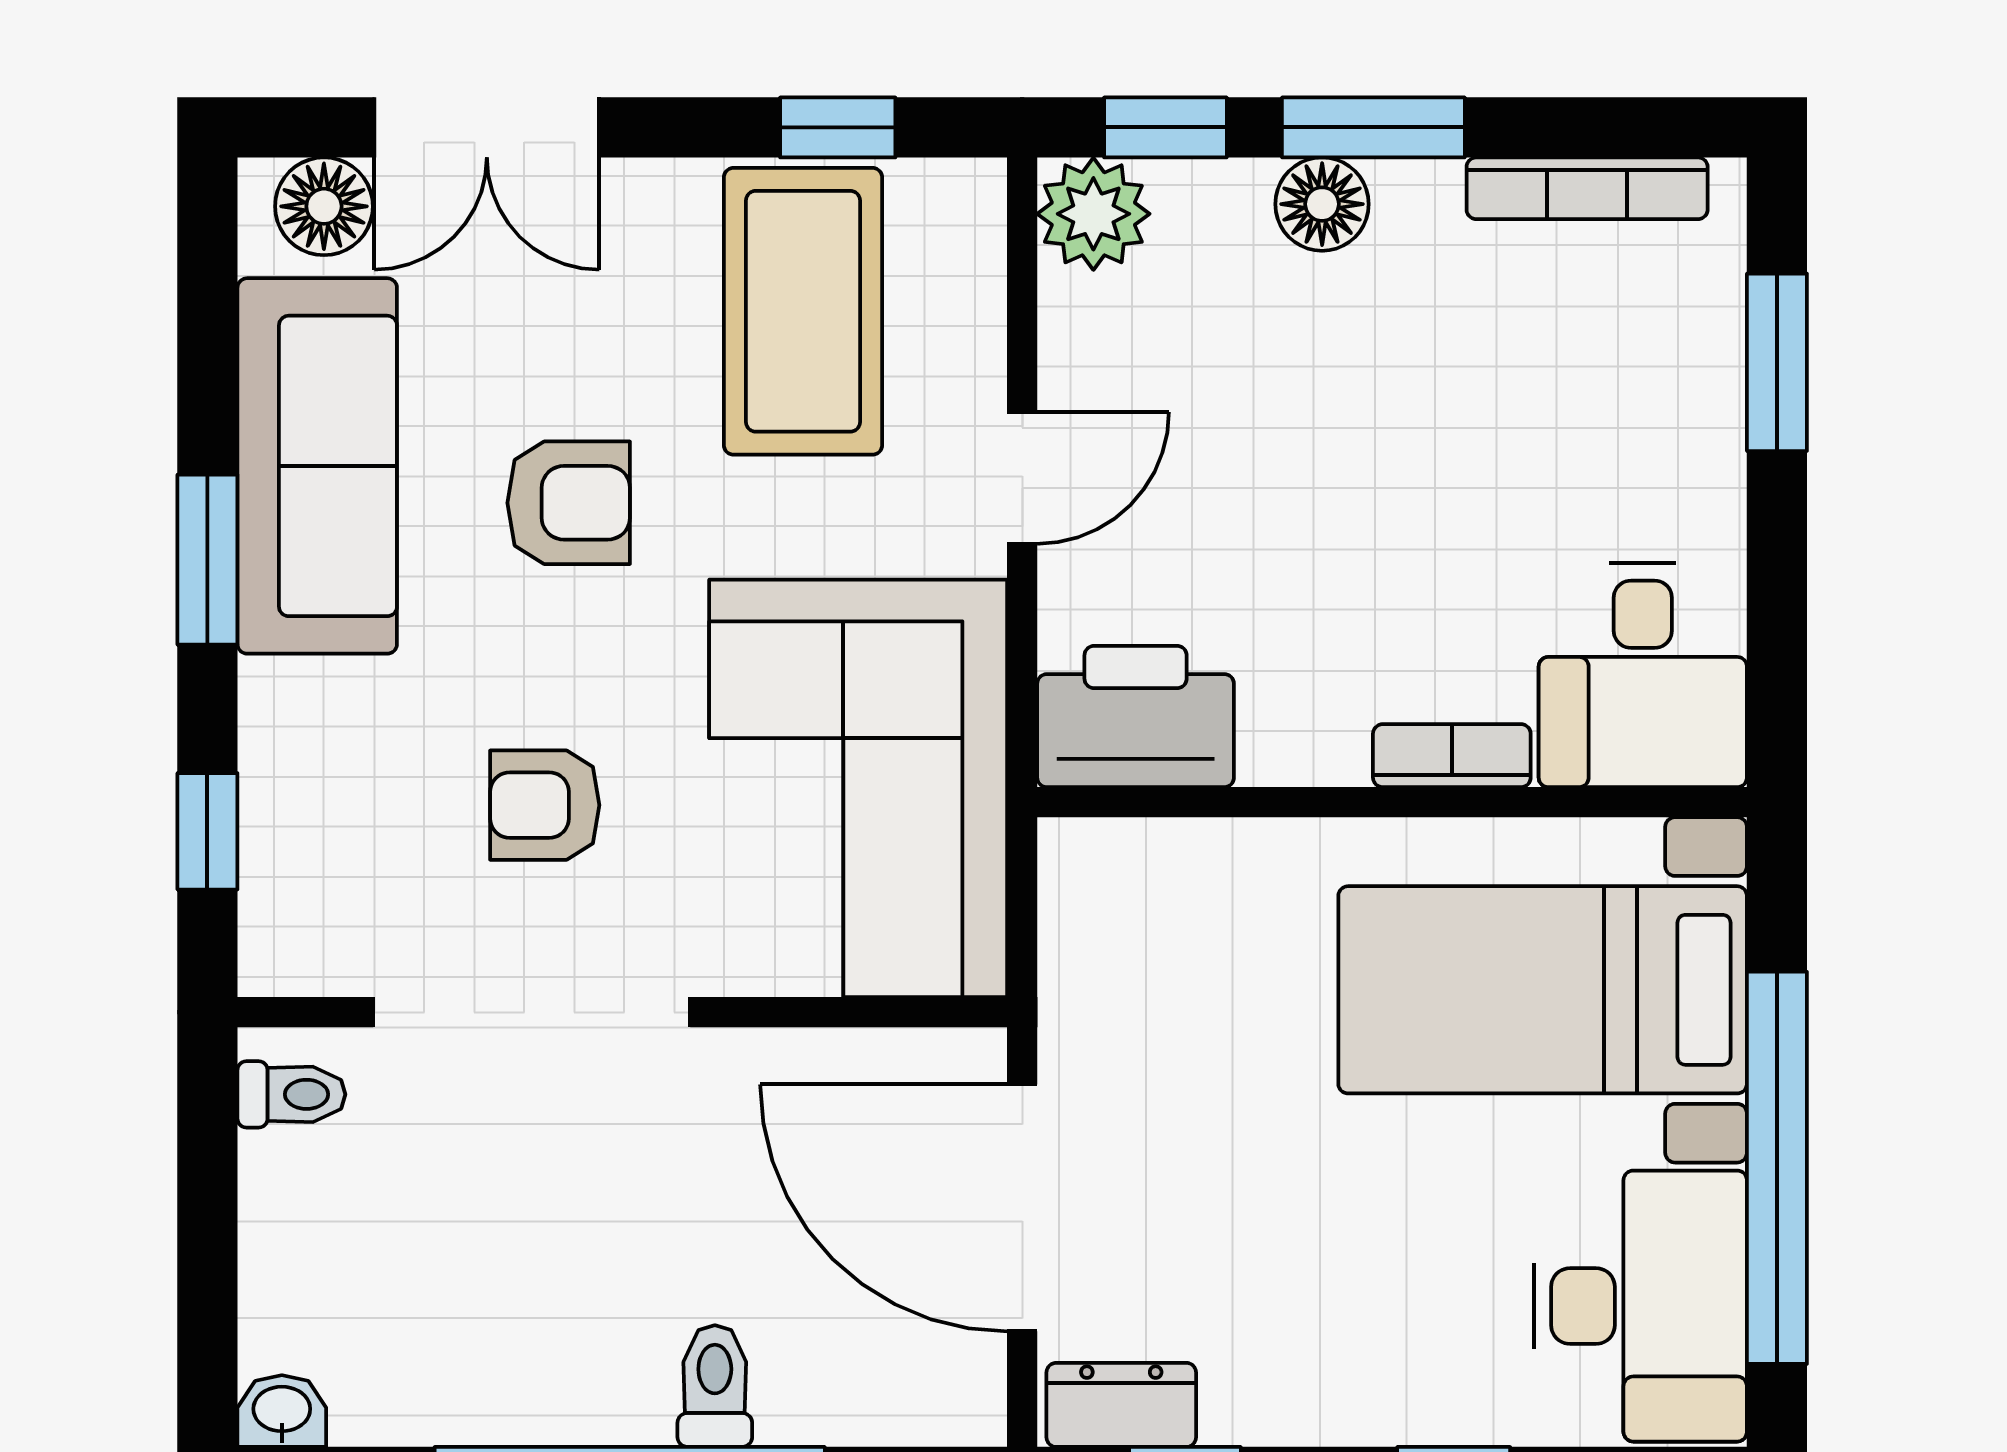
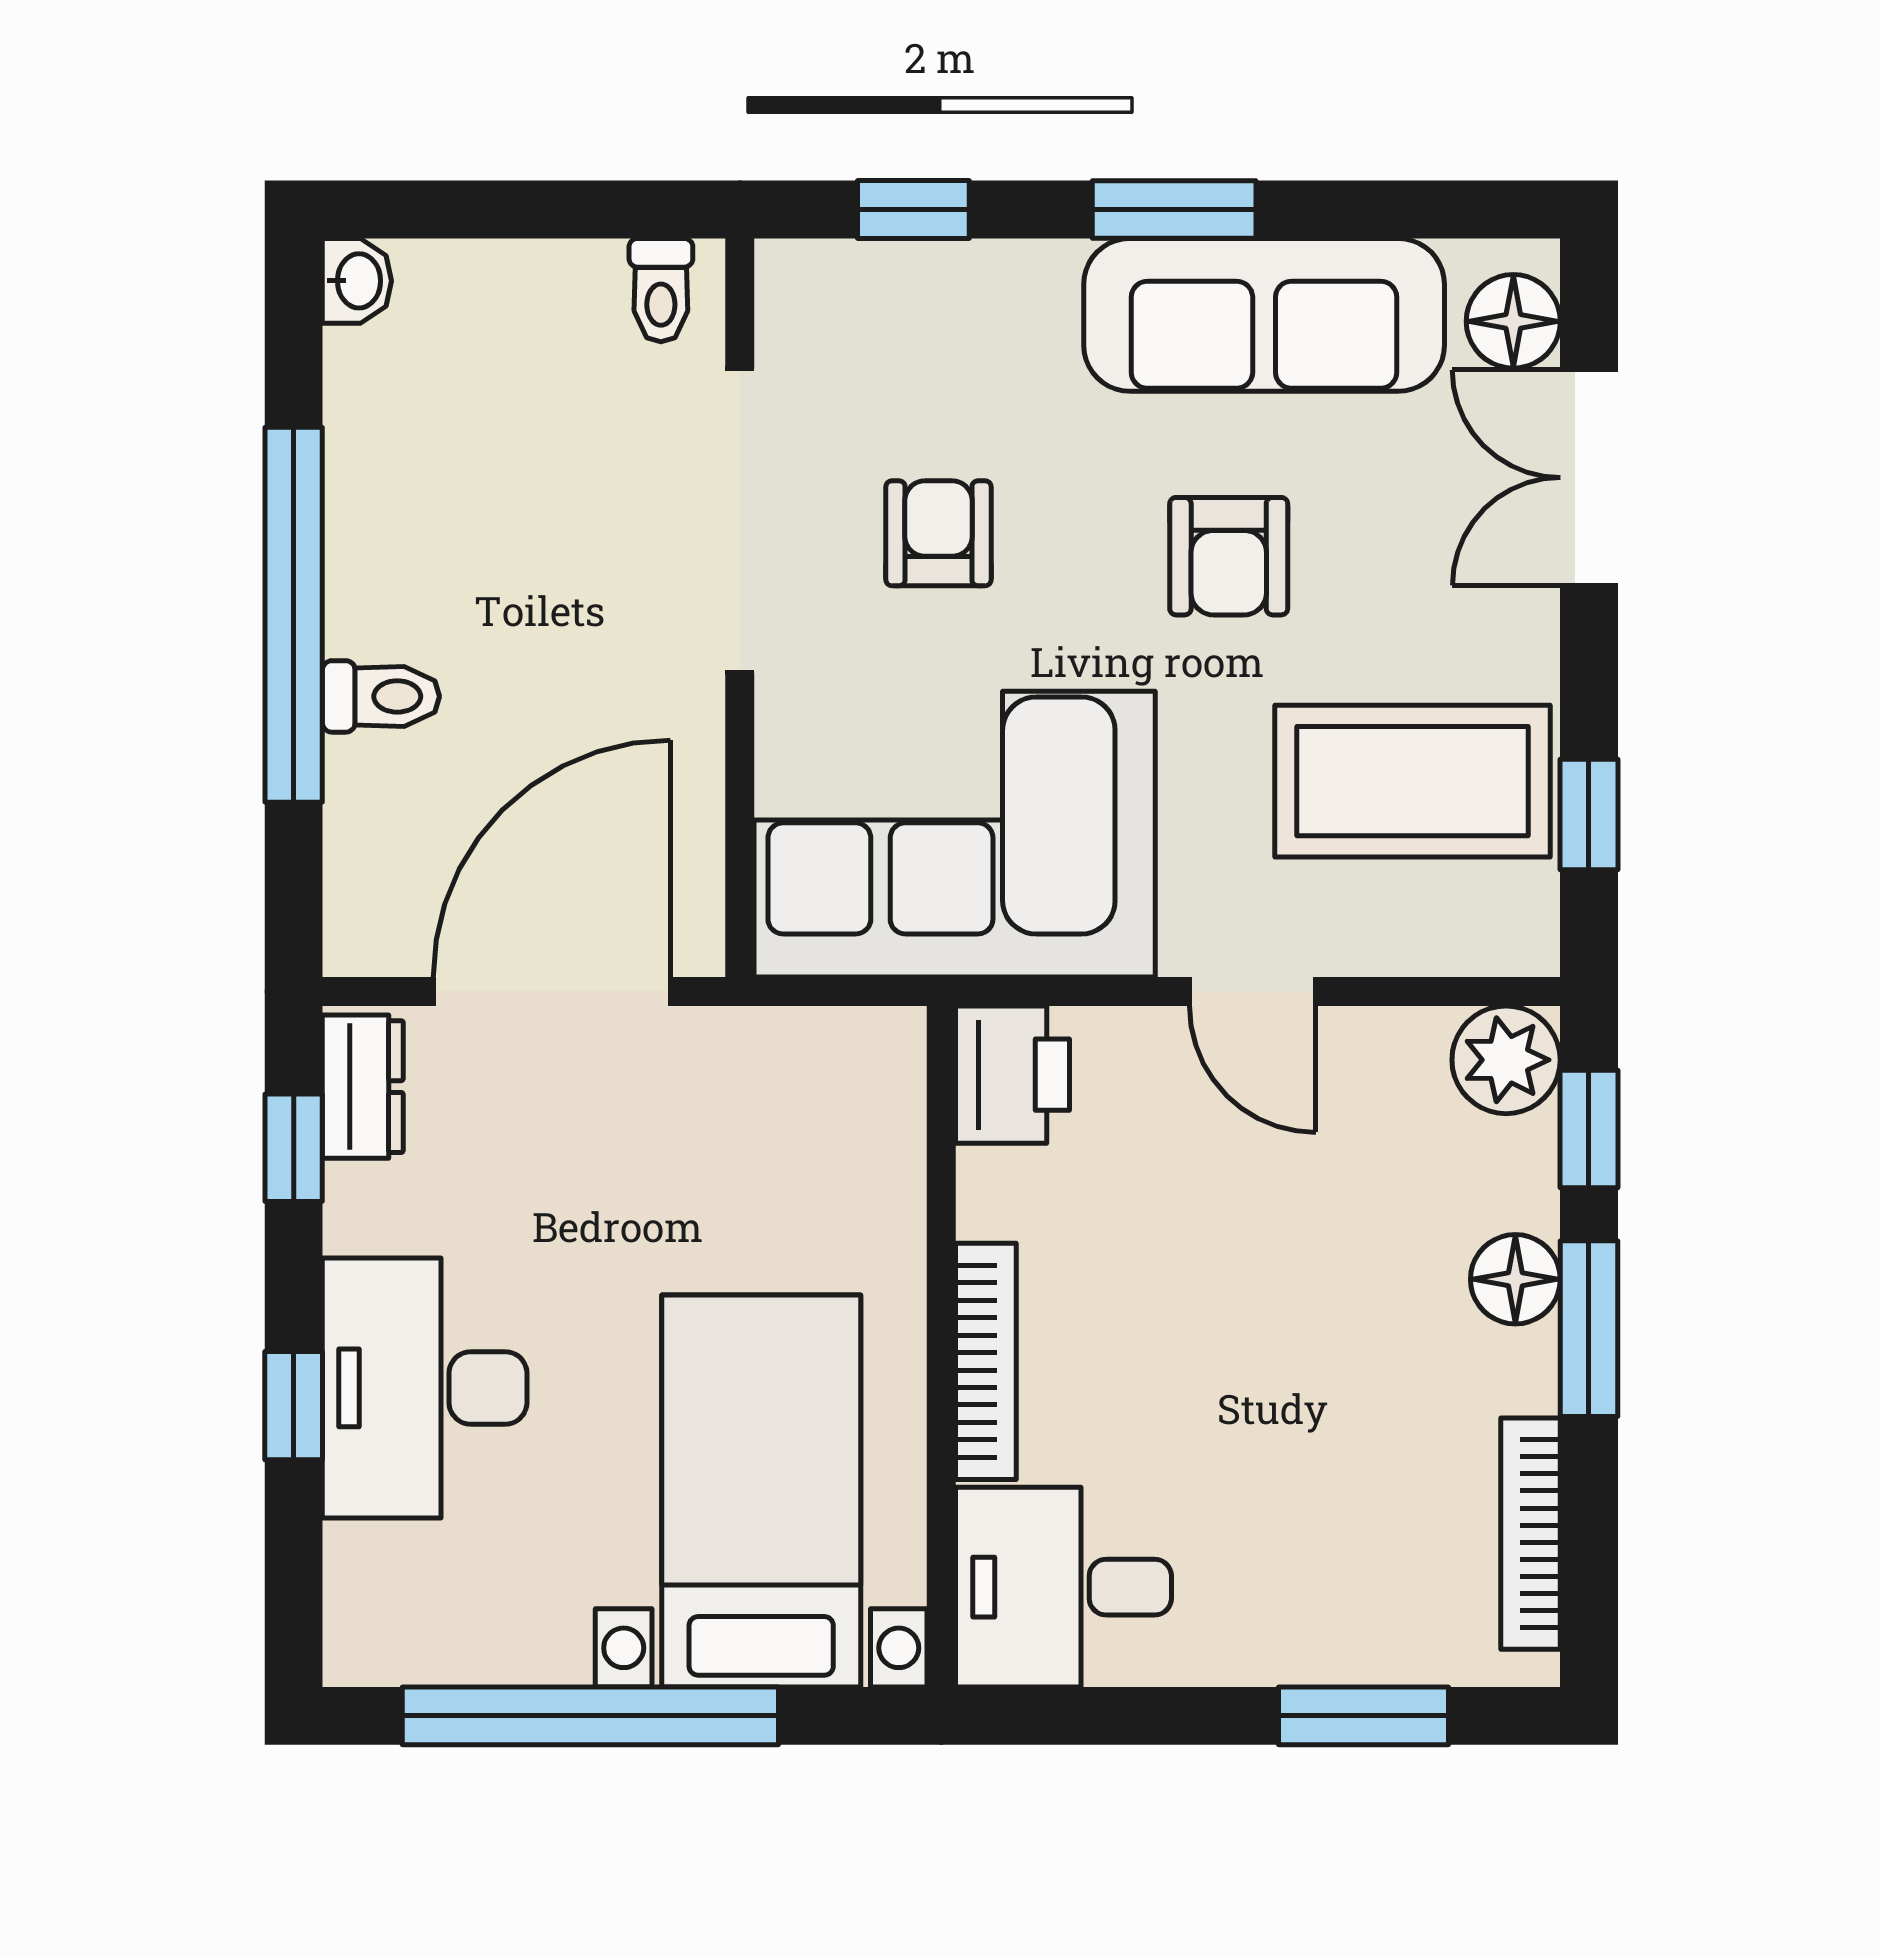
printer: (1136, 716) -> (1013, 1075), width x0.73, depth x0.84
bookcase: (1452, 756) -> (986, 1361), width x1.56
desk: (1640, 1306) -> (425, 1388), moved, turned 90

